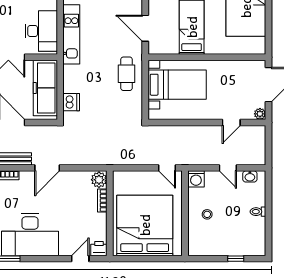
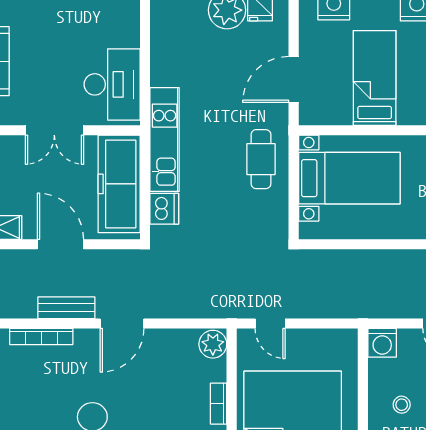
door: (145, 28) -> (294, 79), hinge flipped
kitchen unit: (71, 34) -> (165, 139), moved
door: (167, 168) -> (270, 323), moved
bookcase: (102, 200) -> (219, 404), moved

